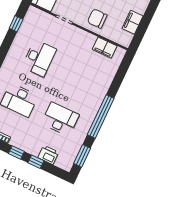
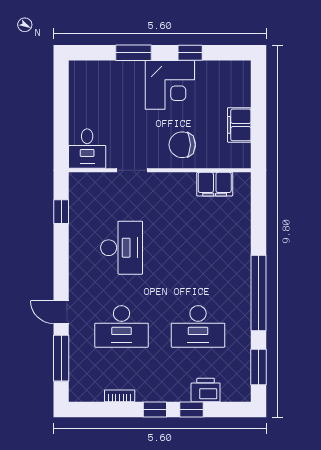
desk: (60, 119) -> (198, 326), turned 180

